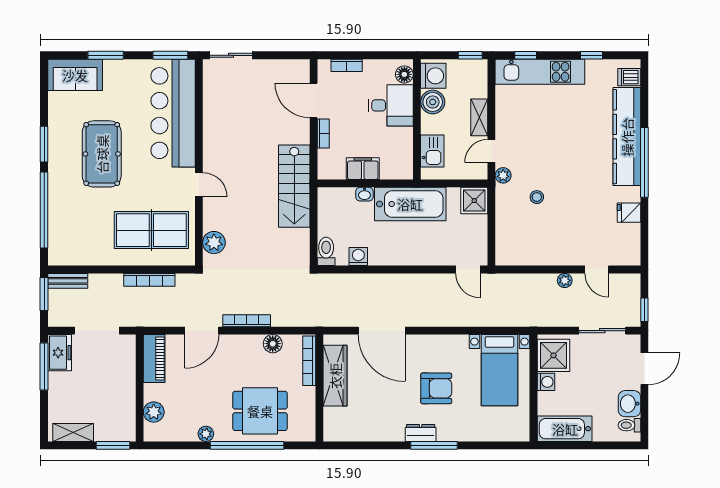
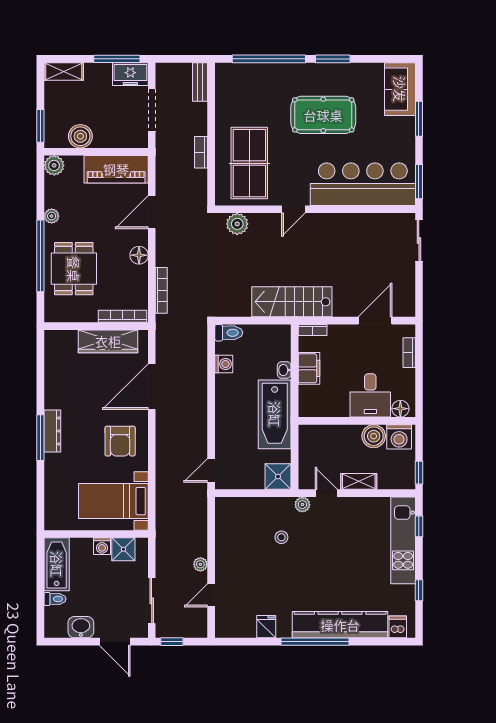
bookcase: (323, 134) -> (313, 330), moved
kitchen sink: (432, 151) -> (326, 436), removed
bookcase: (149, 280) -> (201, 152), width x0.64
window: (44, 294) -> (187, 59), removed
bookcase: (247, 321) -> (161, 290), moved
door: (202, 331) -> (152, 212), hinge flipped
floor lamp: (273, 344) -> (139, 255), moved
shower: (553, 355) -> (123, 549), width x0.73, depth x0.73
piano: (154, 359) -> (116, 169), width x1.37, depth x1.33
armchair: (436, 388) -> (120, 441), moved
boiler: (124, 404) -> (80, 136), added
plant: (154, 412) -> (54, 165), moved
toilet: (629, 425) -> (55, 599), moved, turned 90
shelving: (73, 432) -> (64, 72), moved, turned 90
dresser: (421, 433) -> (52, 431), width x1.44

